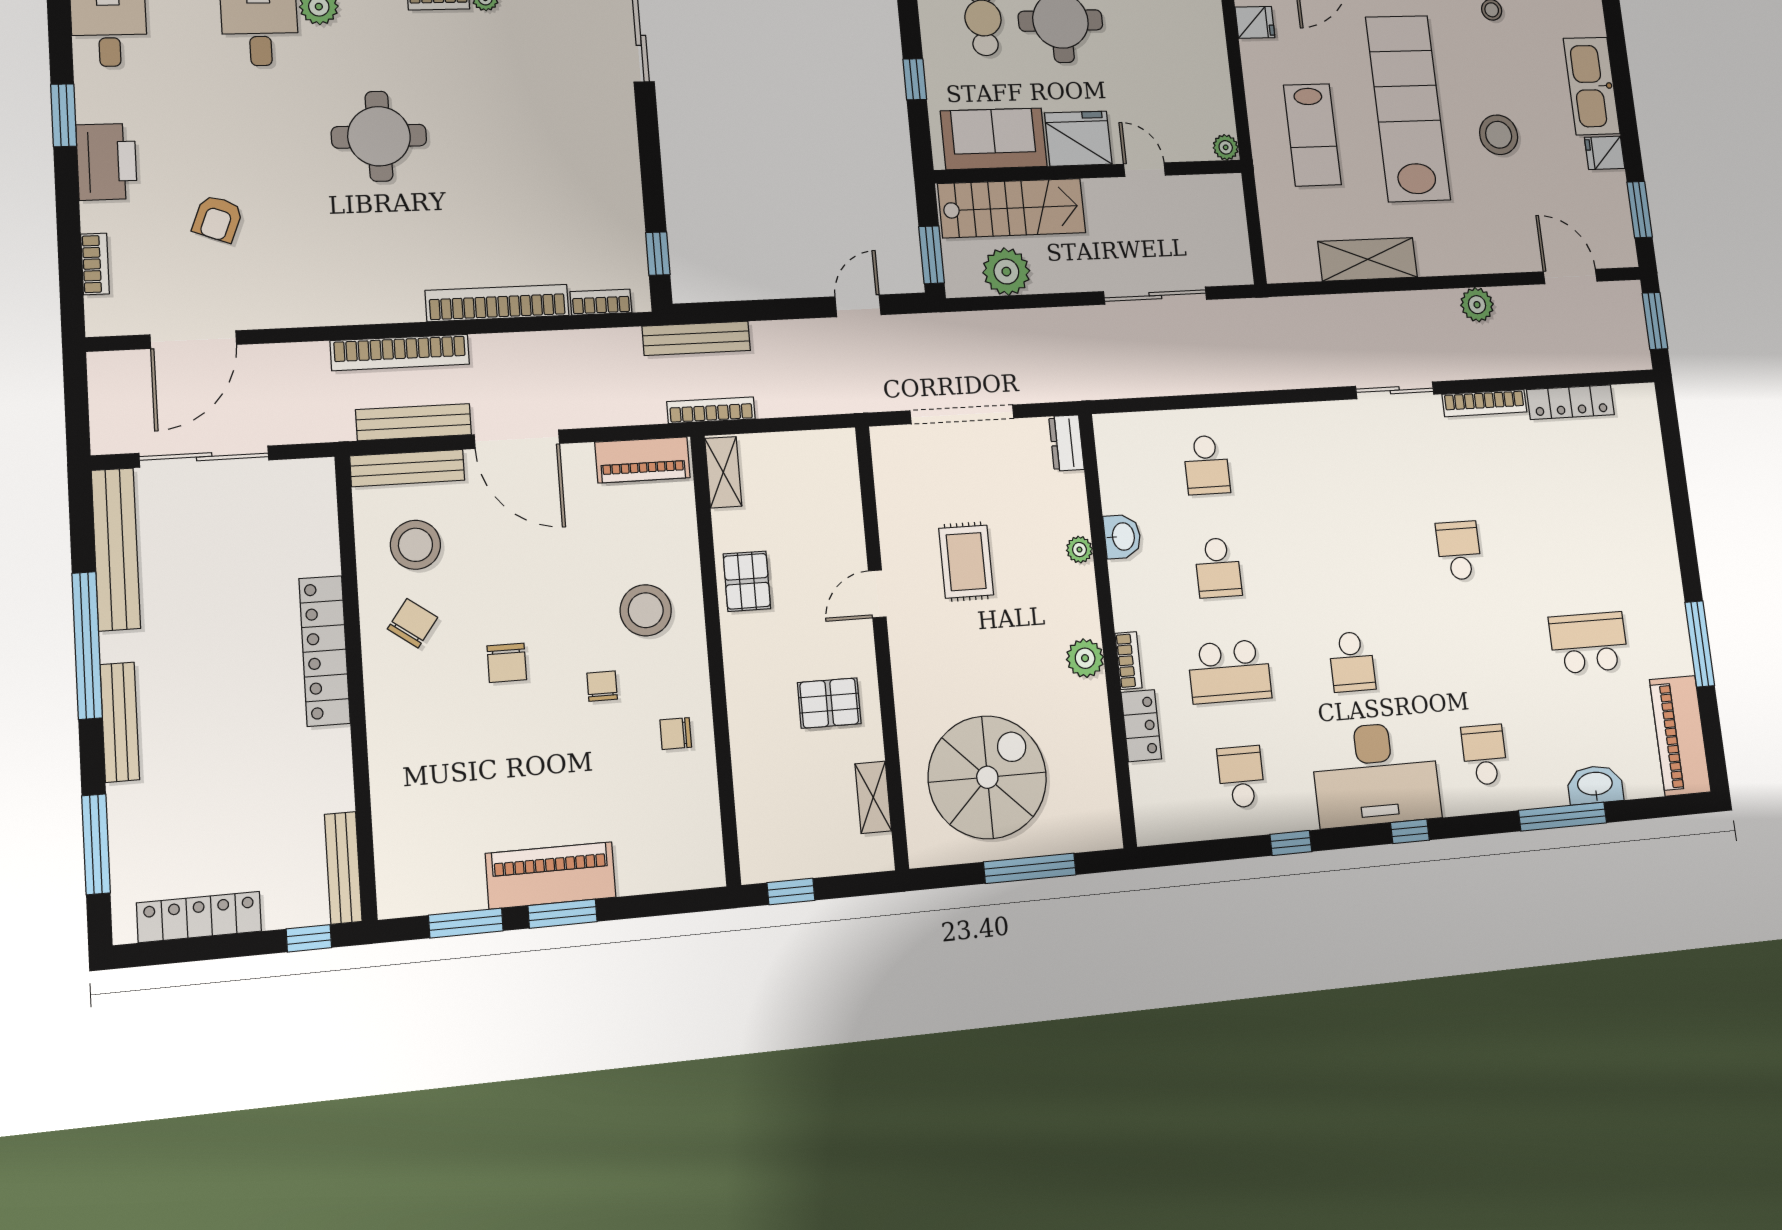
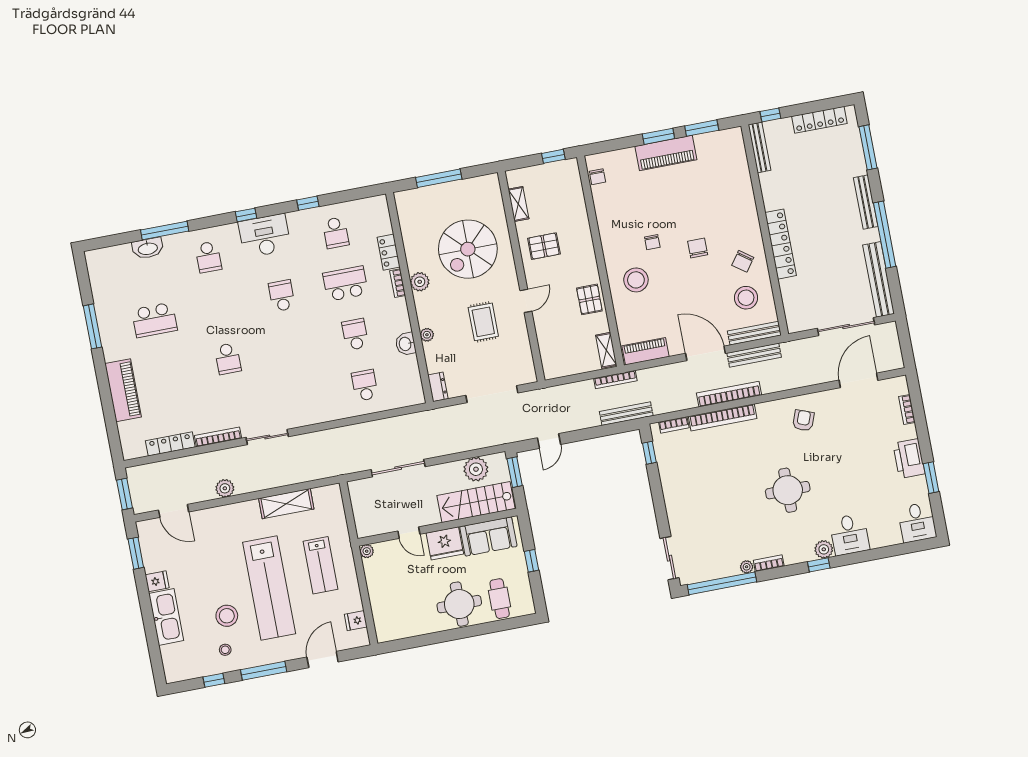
lab bench: (1312, 135) -> (320, 565), turned 180
stool: (1499, 135) -> (227, 616), moved
armchair: (218, 219) -> (803, 420), moved
bookcase: (400, 352) -> (729, 394), moved
chair: (676, 734) -> (597, 177), moved, turned 90
piano: (1680, 736) -> (123, 390), moved
desk: (1376, 774) -> (265, 236), width x0.73, depth x0.77
spiral stairs: (987, 777) -> (468, 249), moved

